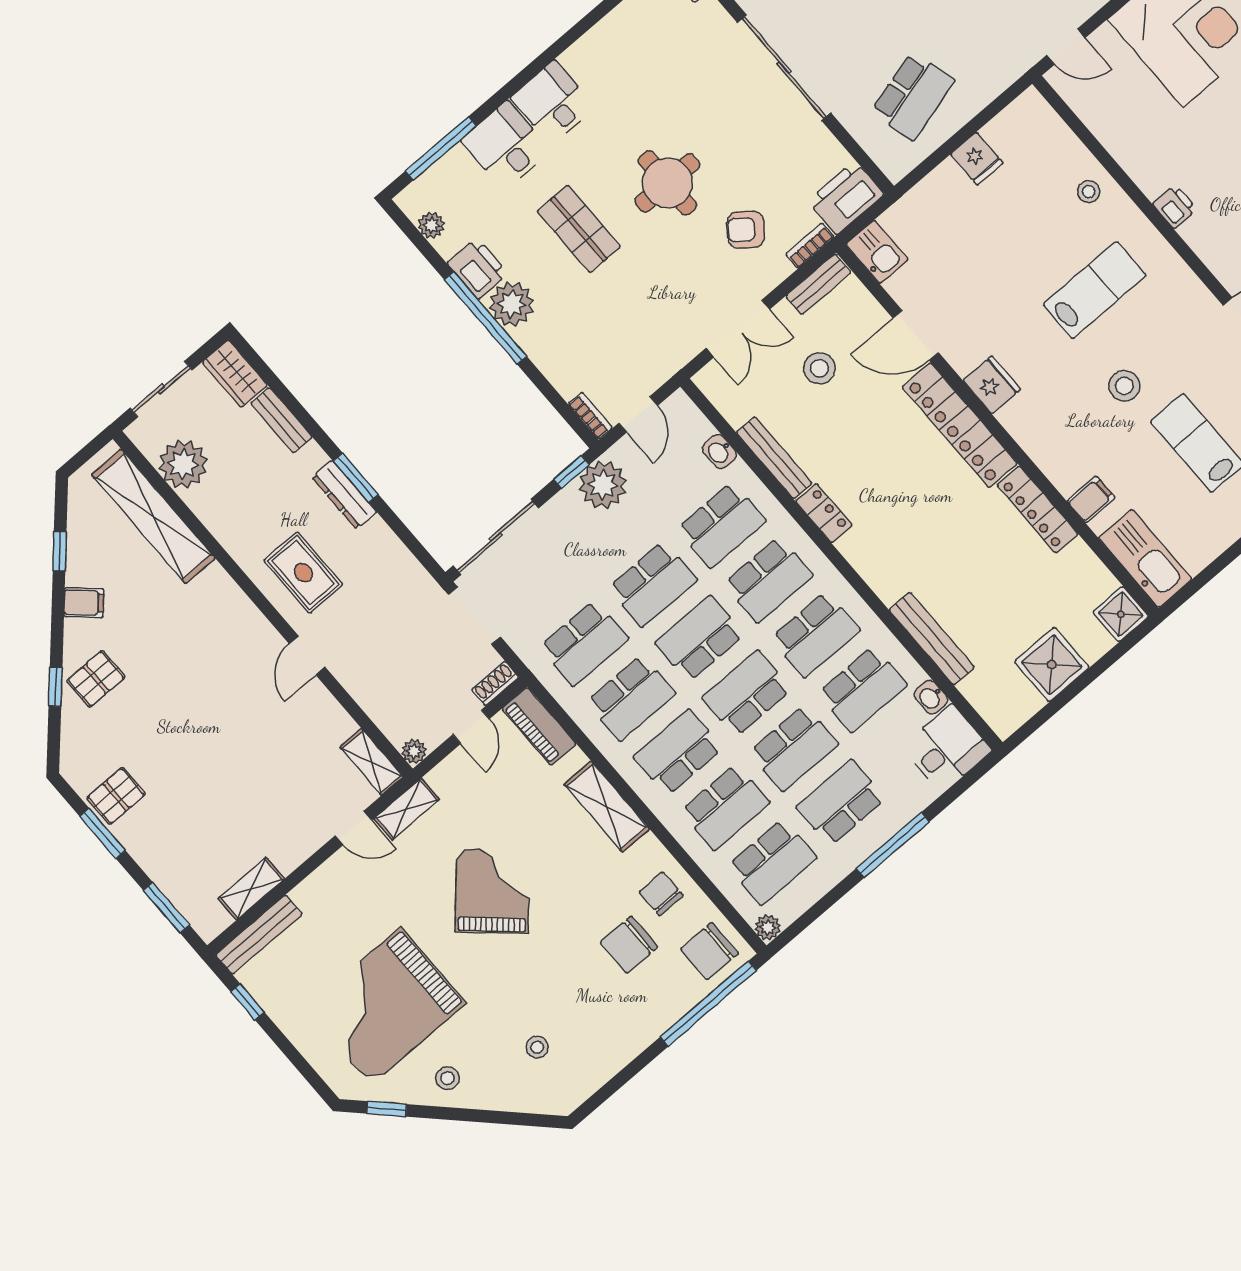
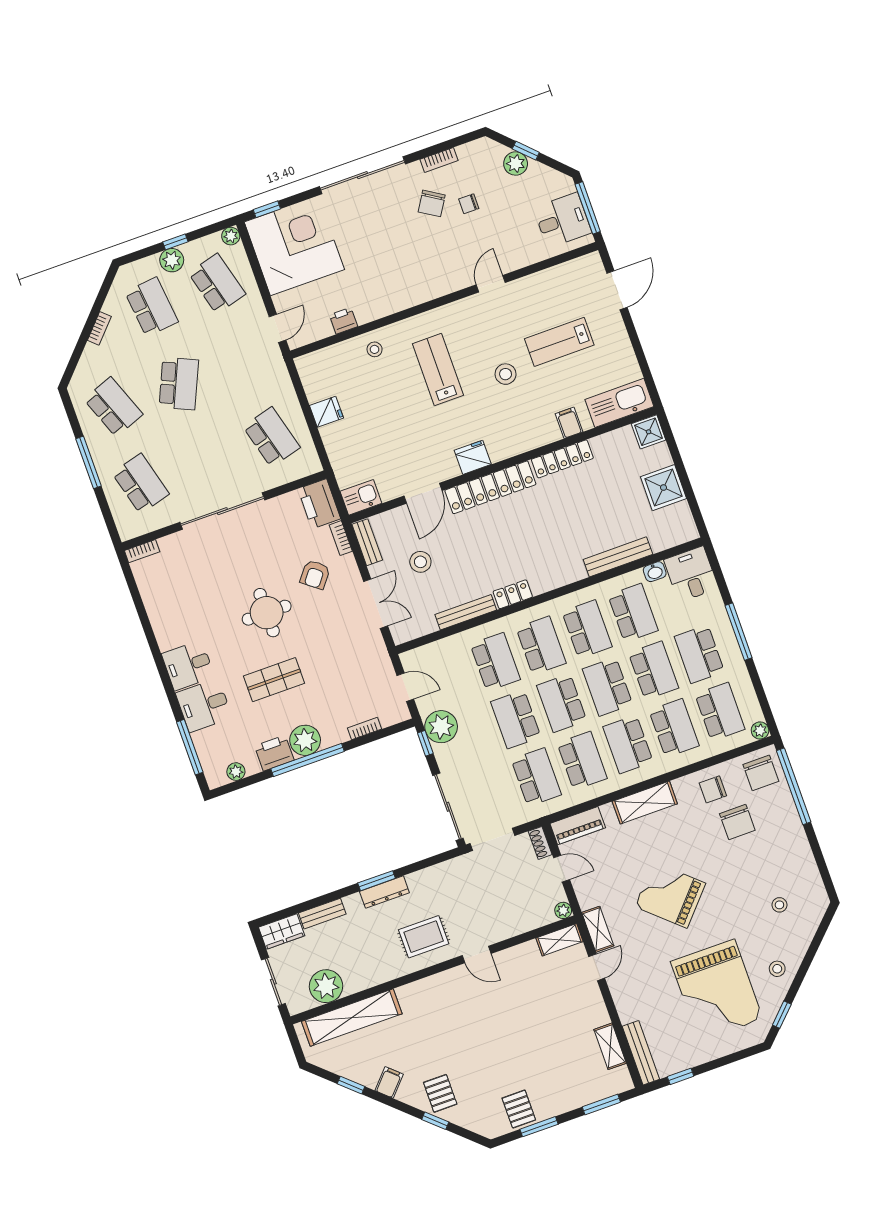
printer: (1175, 207) -> (344, 321), moved
bookcase: (590, 416) -> (365, 729), moved
washbasin: (719, 452) -> (449, 645), removed
school desk: (653, 584) -> (516, 719), turned 180

